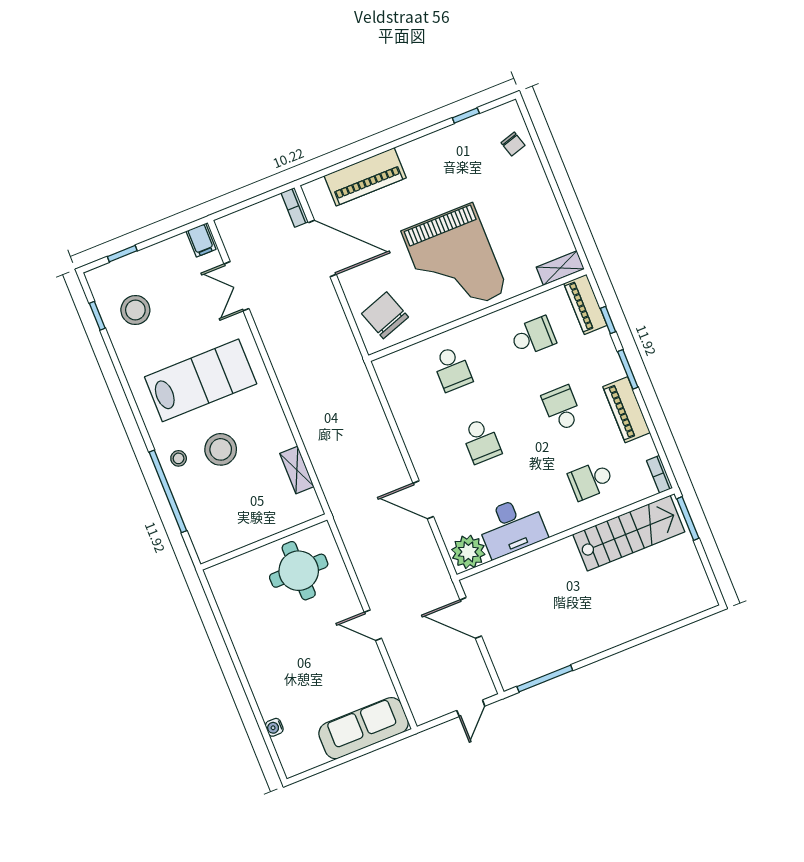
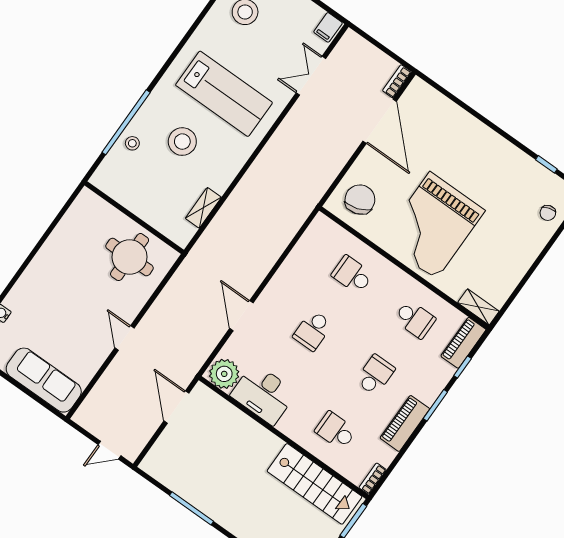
piano: (365, 177) -> (453, 119), removed
school desk: (452, 369) -> (352, 275), turned 90
stool: (179, 458) -> (132, 143), moved
window: (545, 679) -> (191, 508), moved

